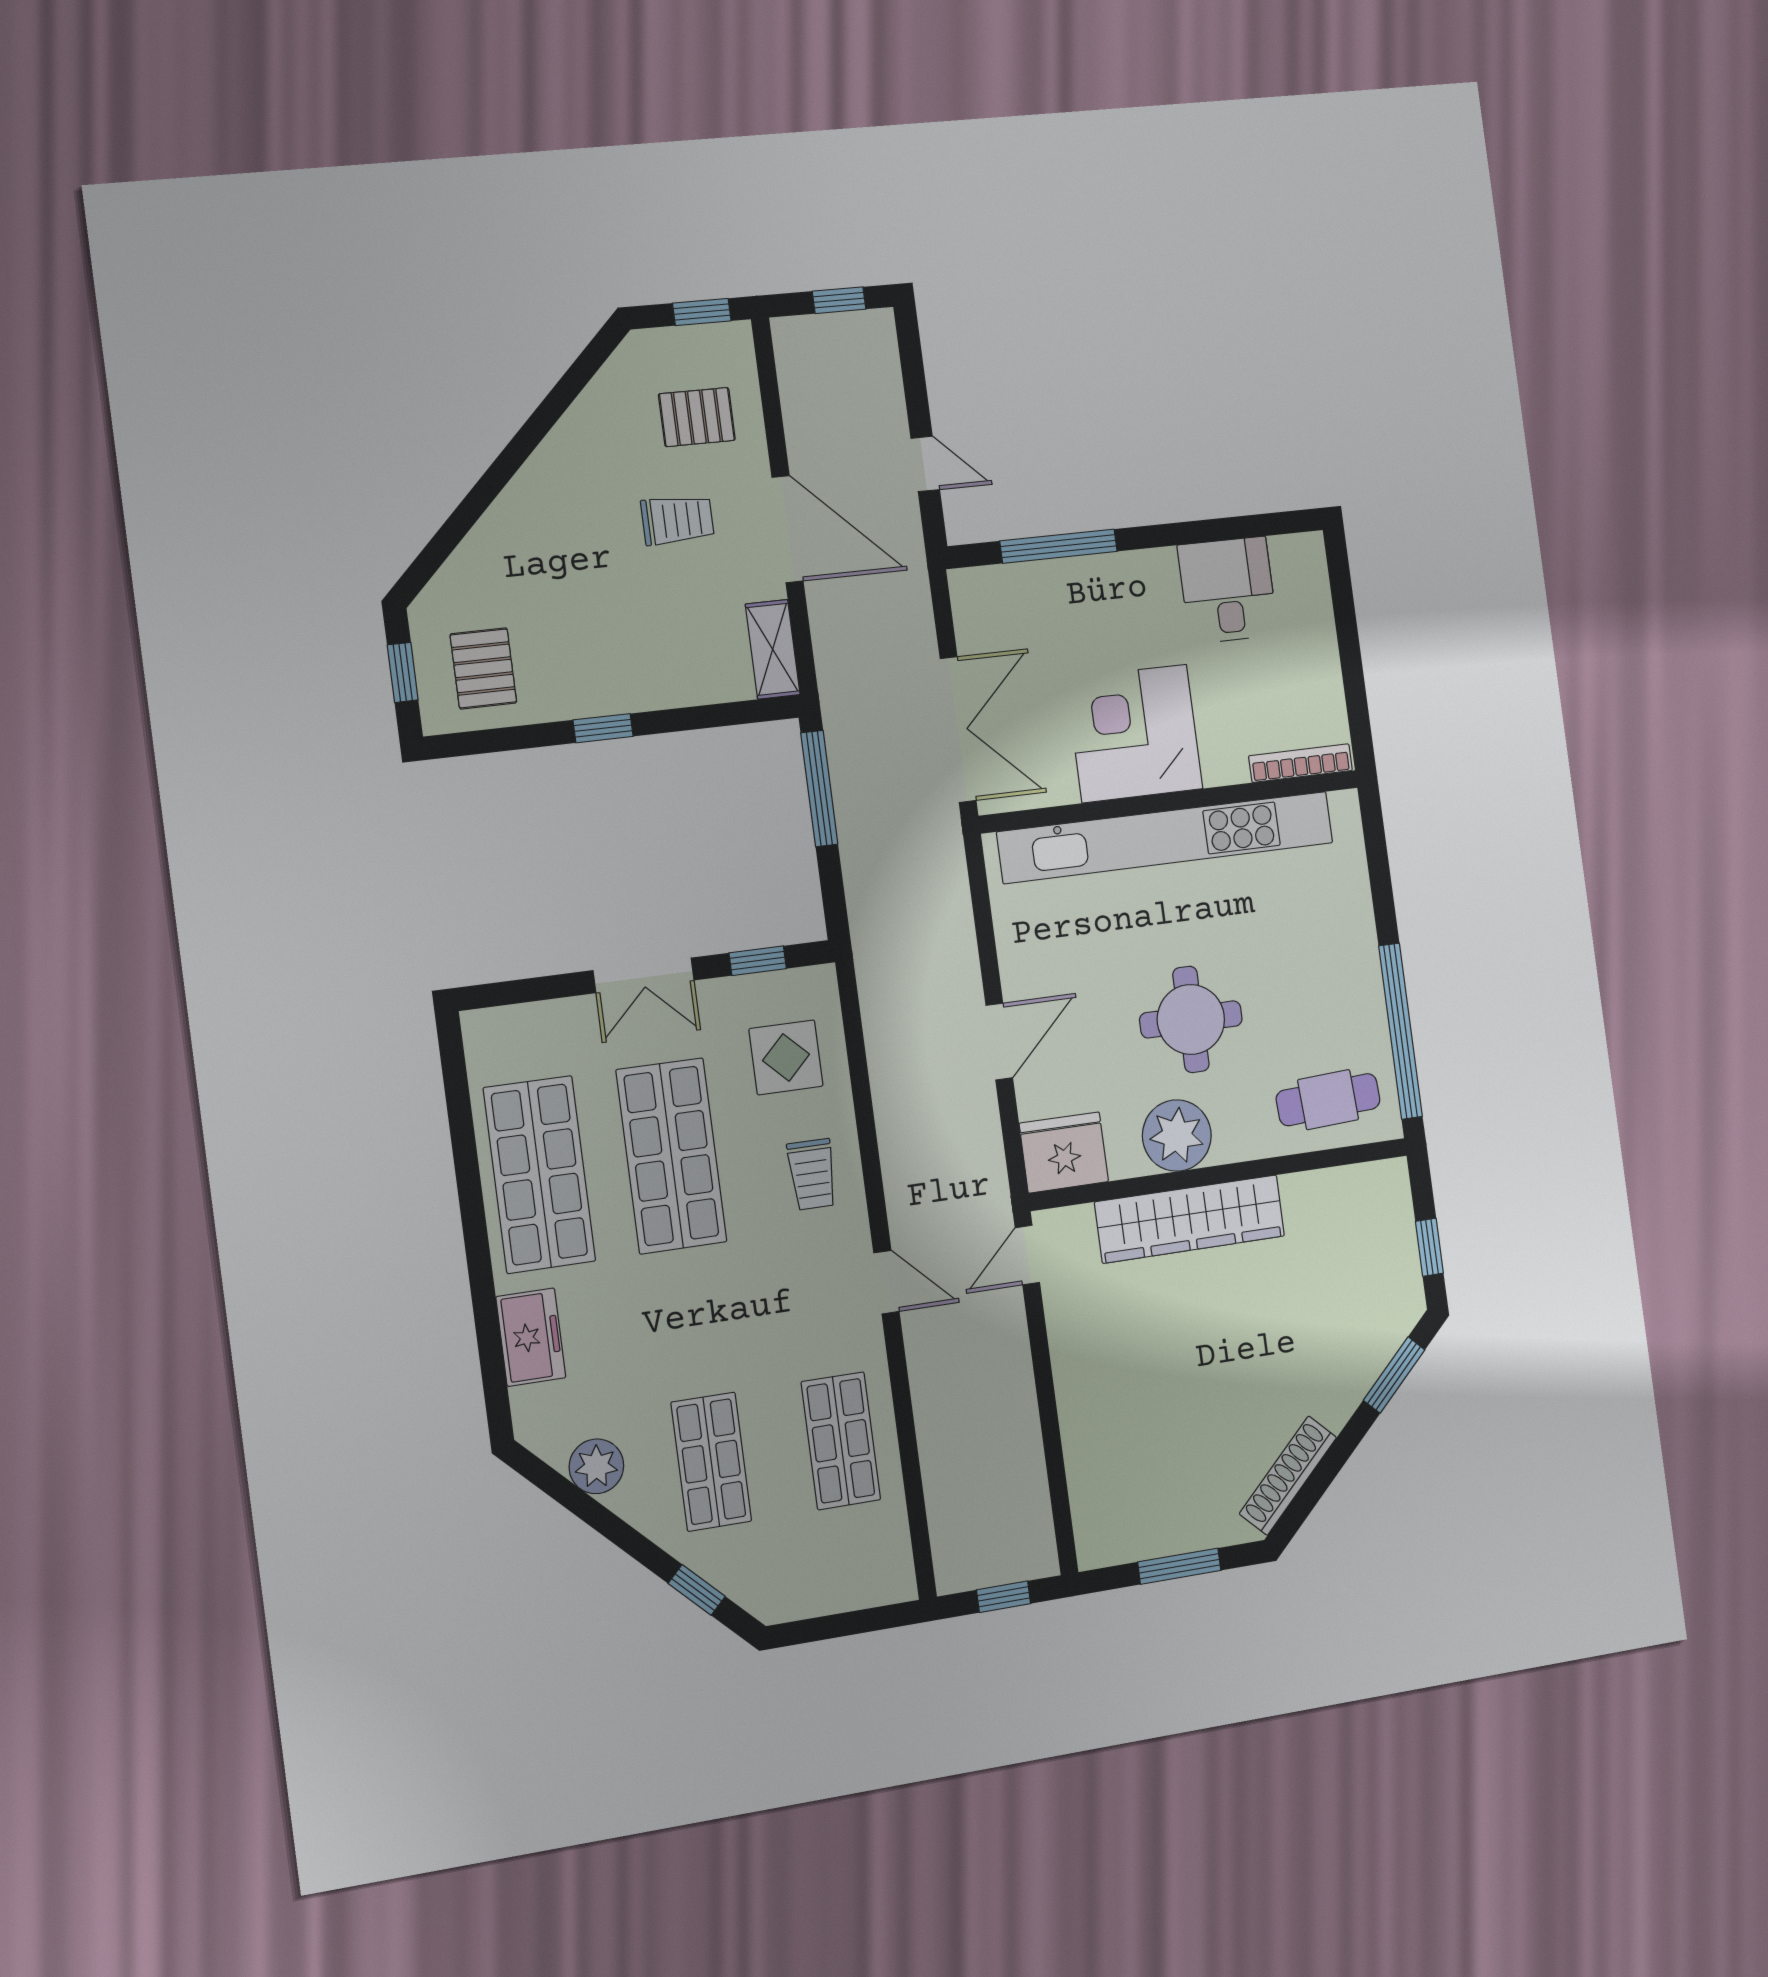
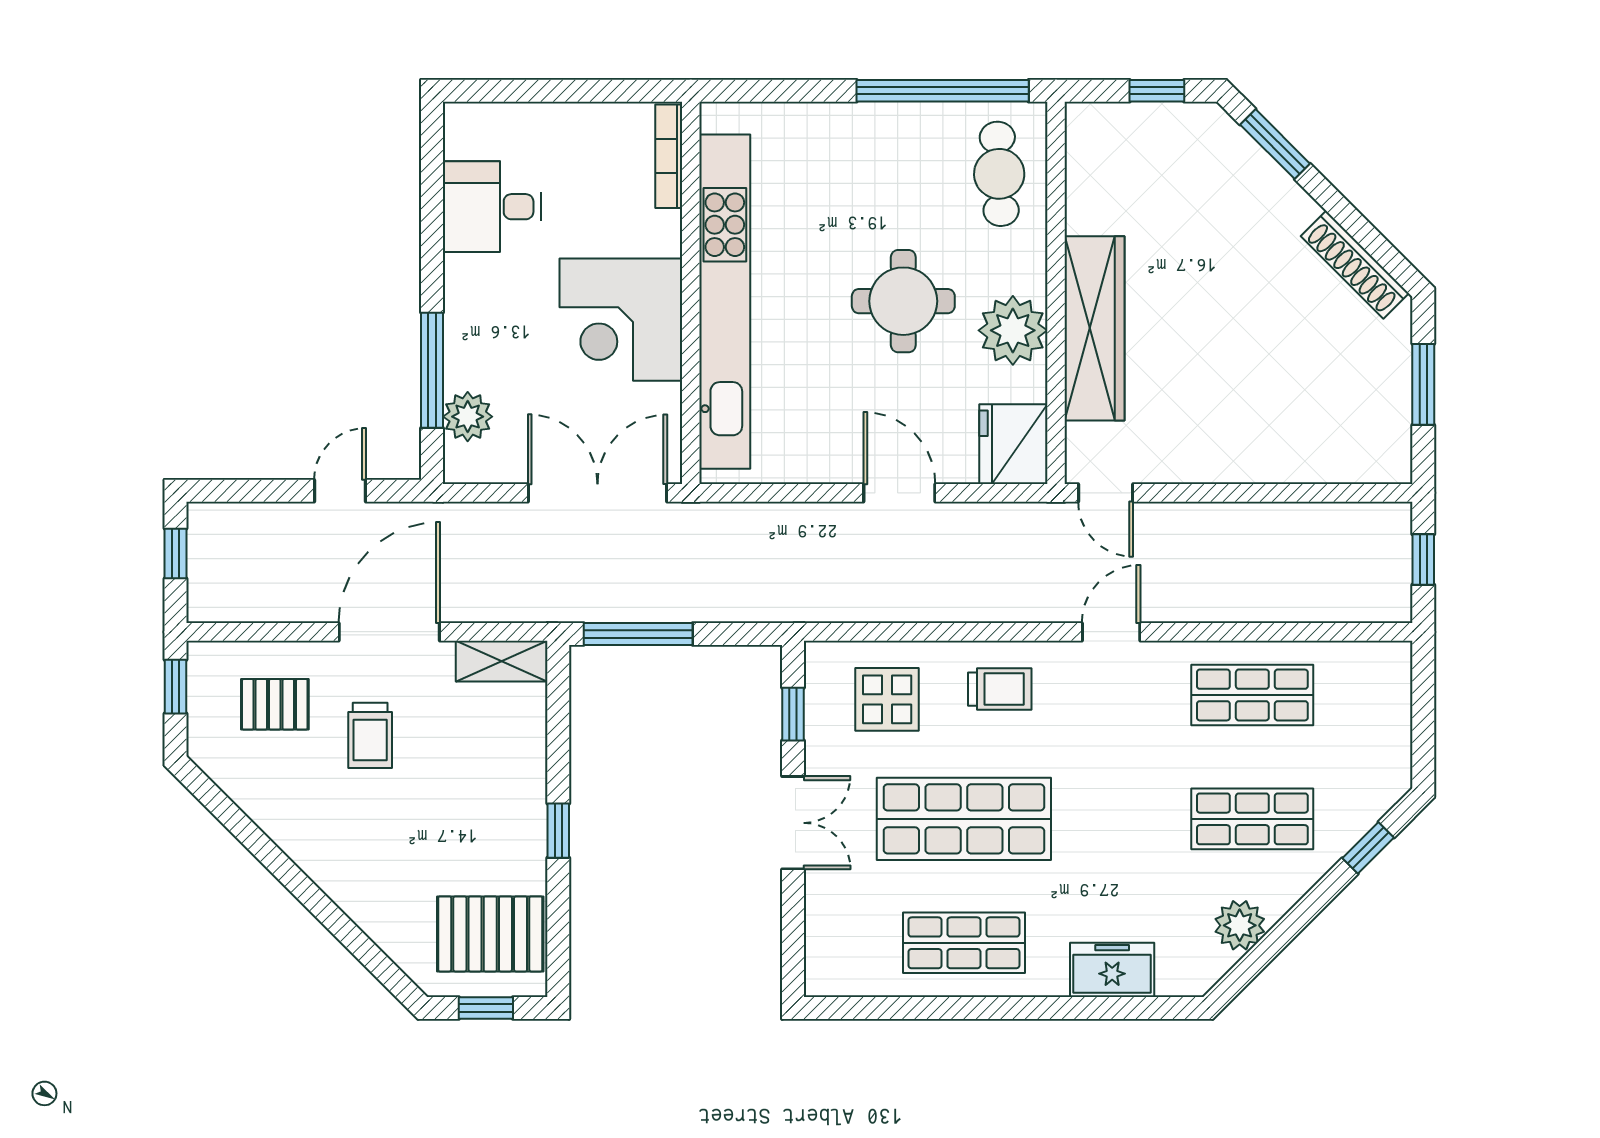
pallet: (697, 417) -> (275, 704), turned 90
trolley: (677, 520) -> (370, 735), turned 180
plant: (1017, 587) -> (468, 417), added
pallet: (483, 668) -> (490, 934), width x1.50, depth x1.42
shop shelf: (539, 1174) -> (964, 943), width x0.70, depth x0.74

